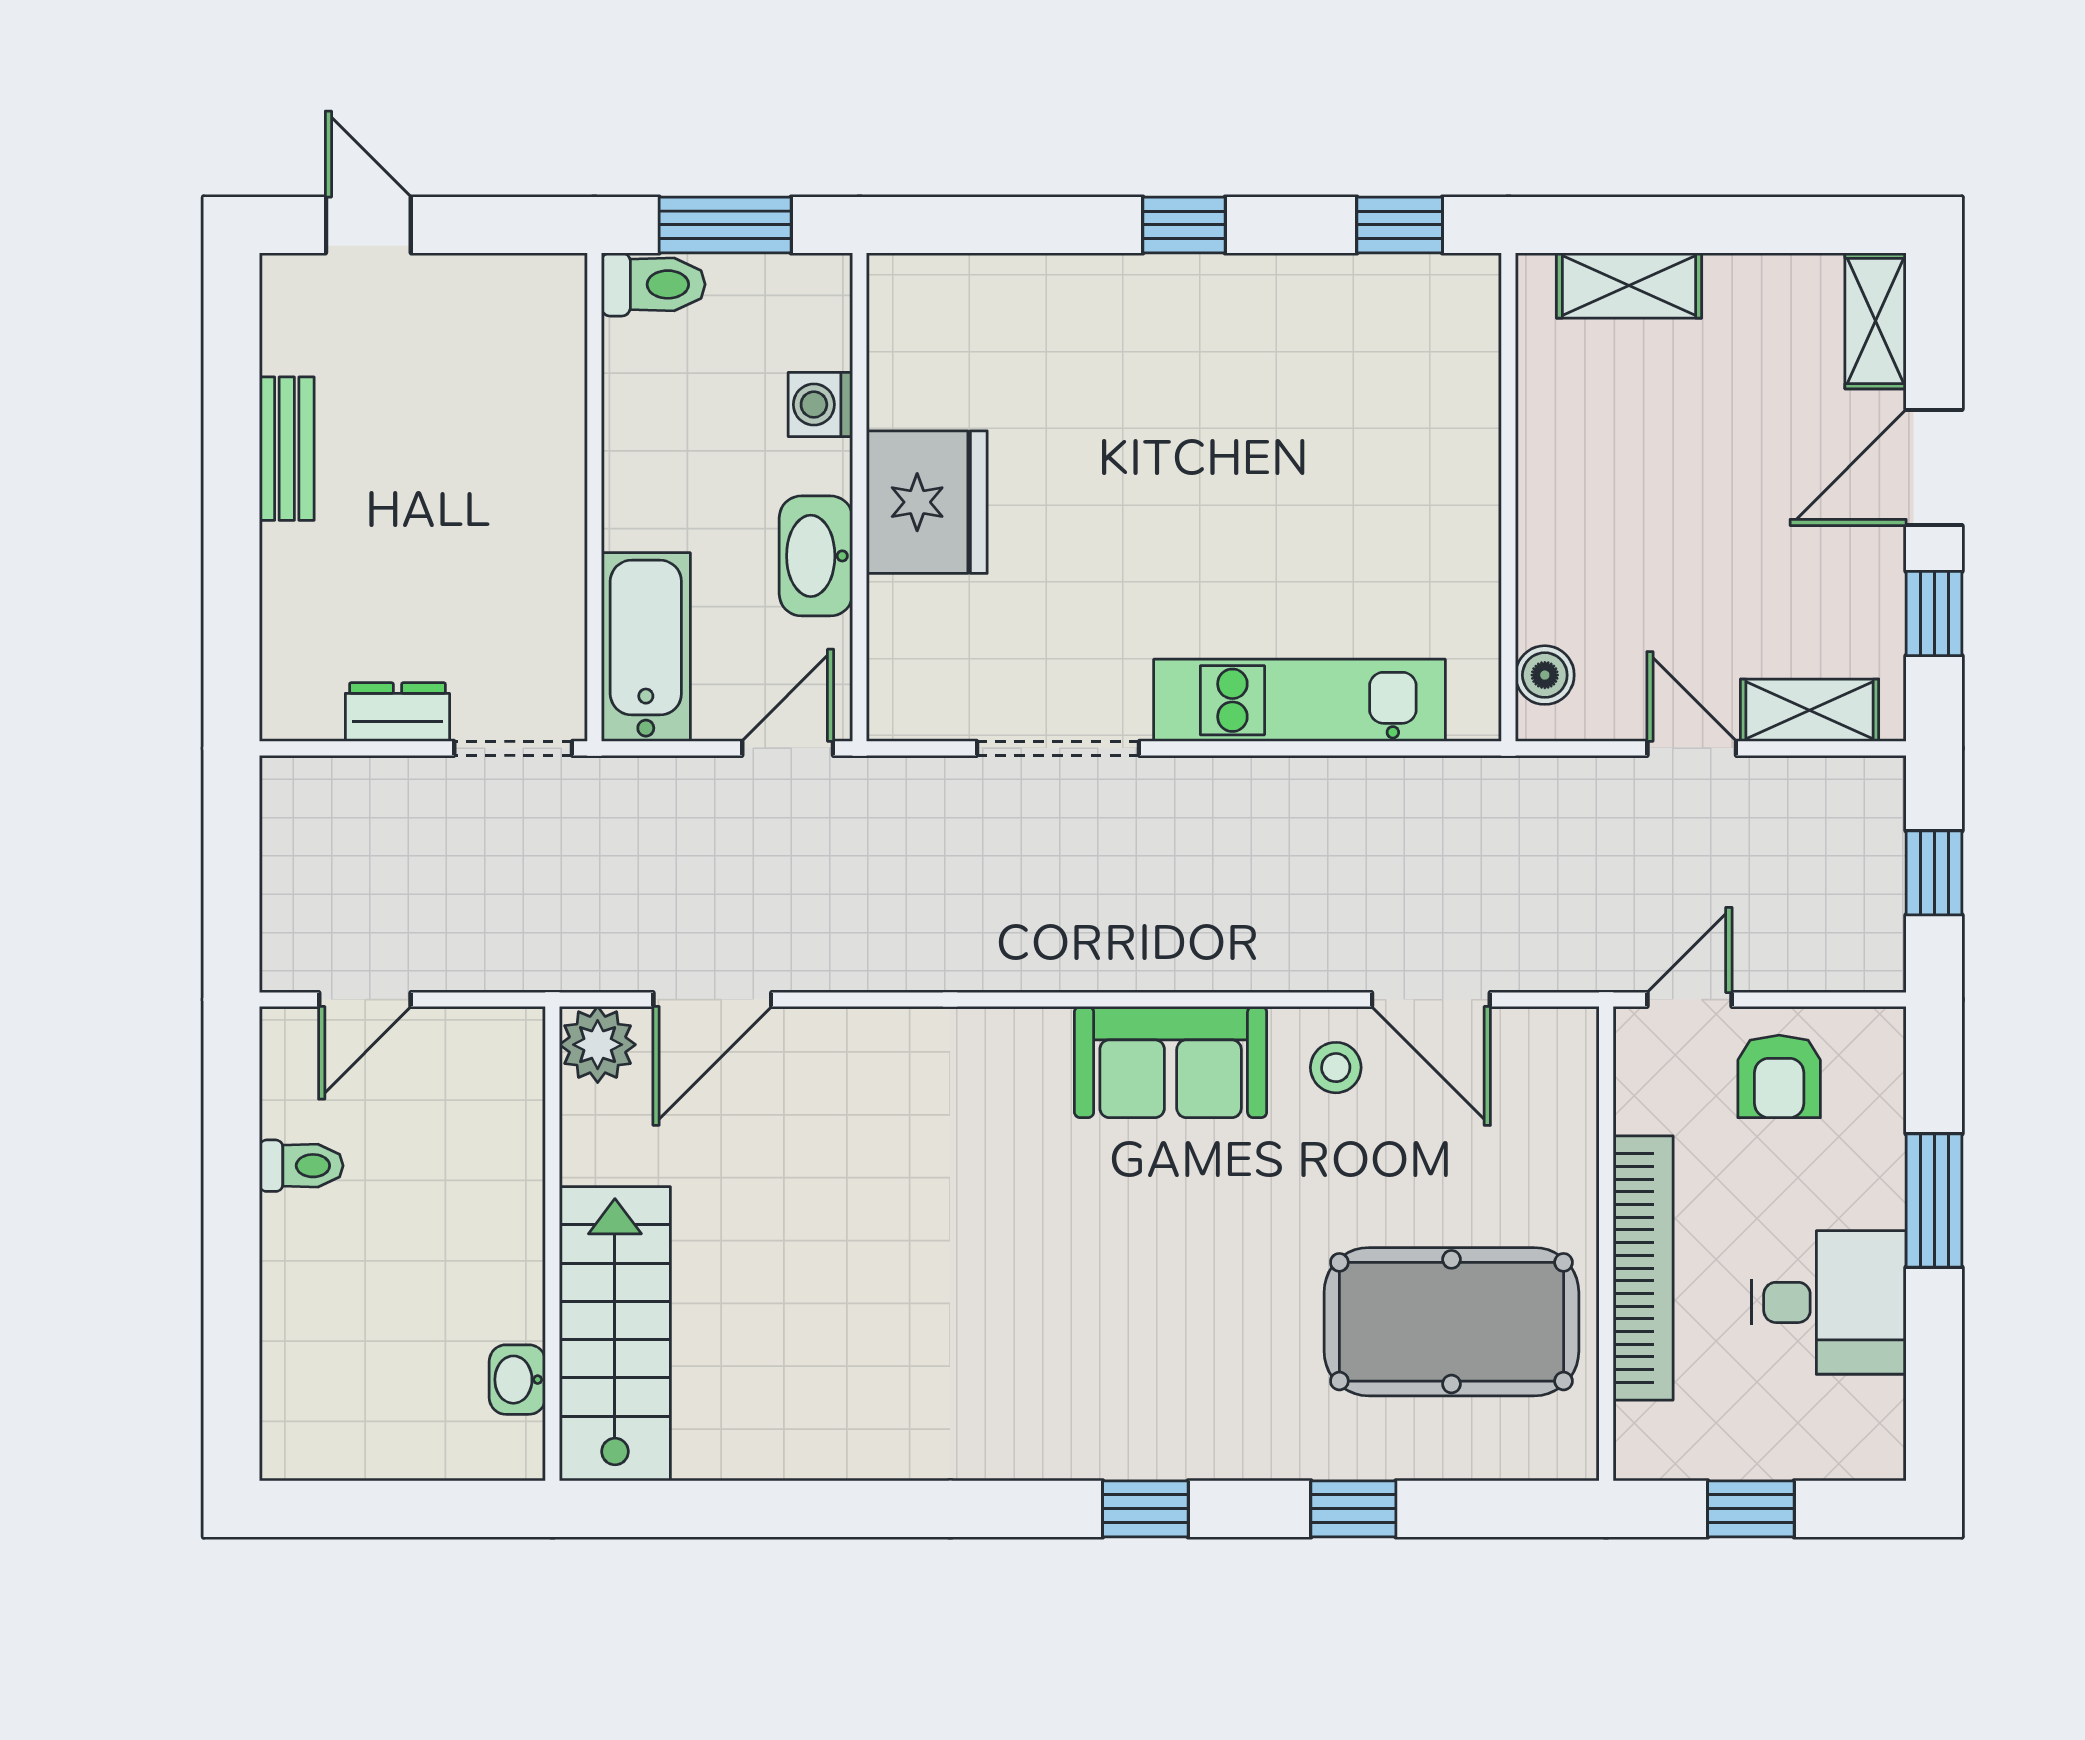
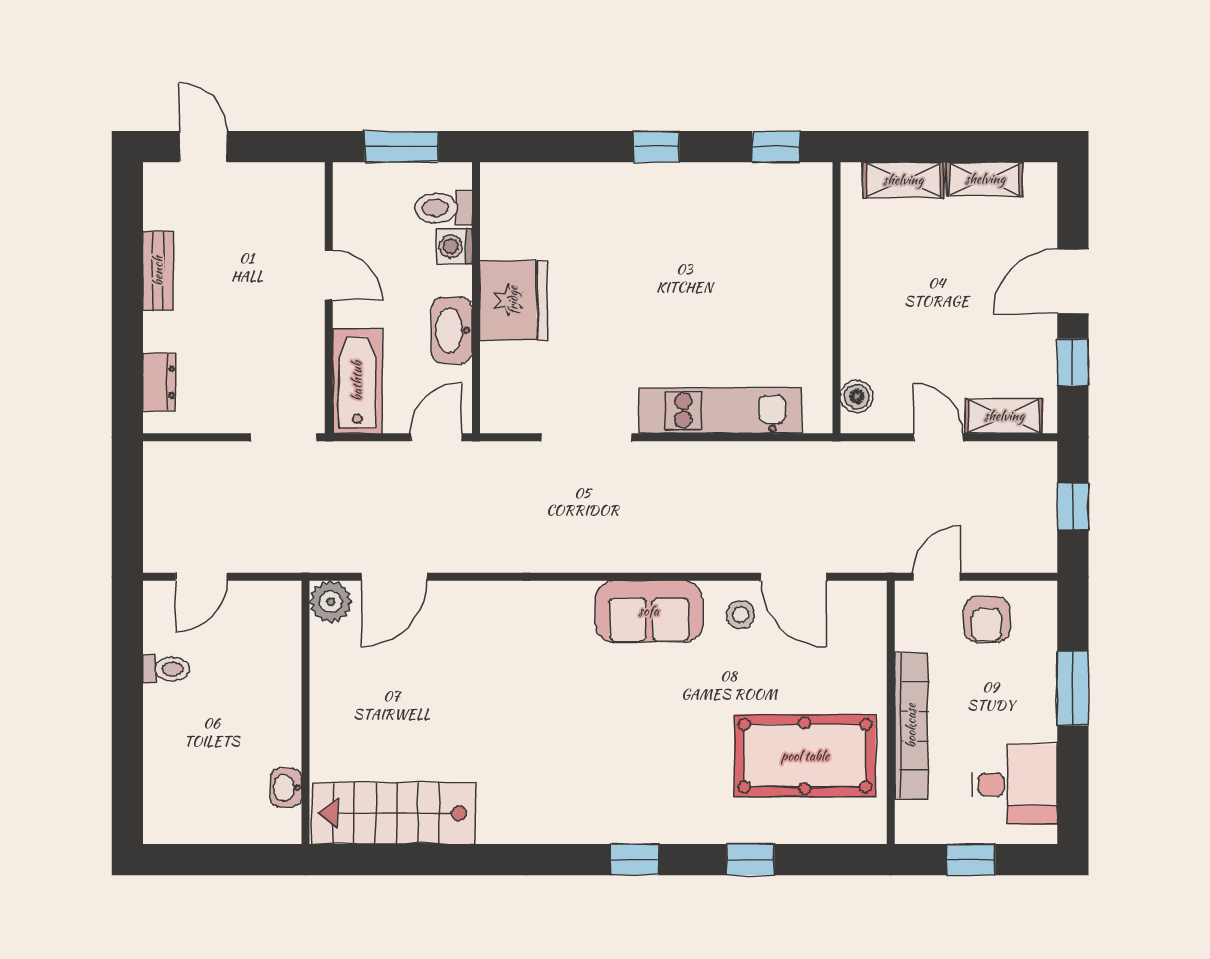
toilet: (653, 284) -> (443, 208), moved, turned 180
shelving: (1876, 321) -> (985, 179), moved, turned 90
door: (594, 457) -> (329, 275), added
dresser: (397, 712) -> (159, 382), moved, turned 90
desk: (1829, 1302) -> (1014, 784), moved
stairs: (615, 1334) -> (393, 813), moved, turned -90

